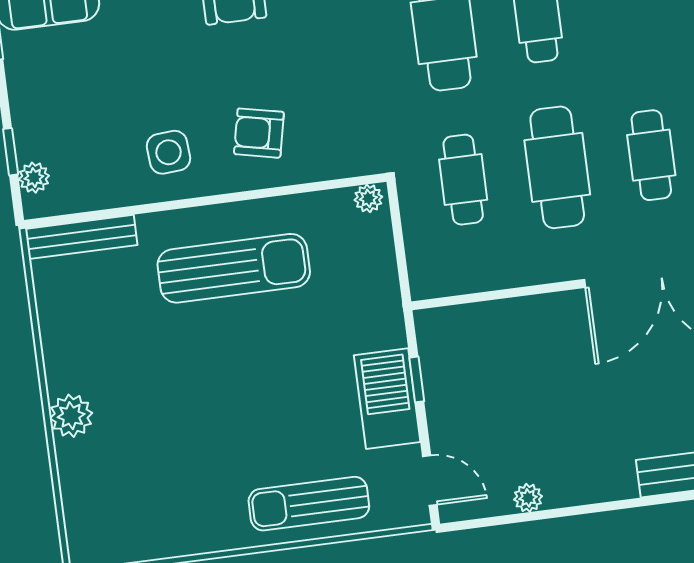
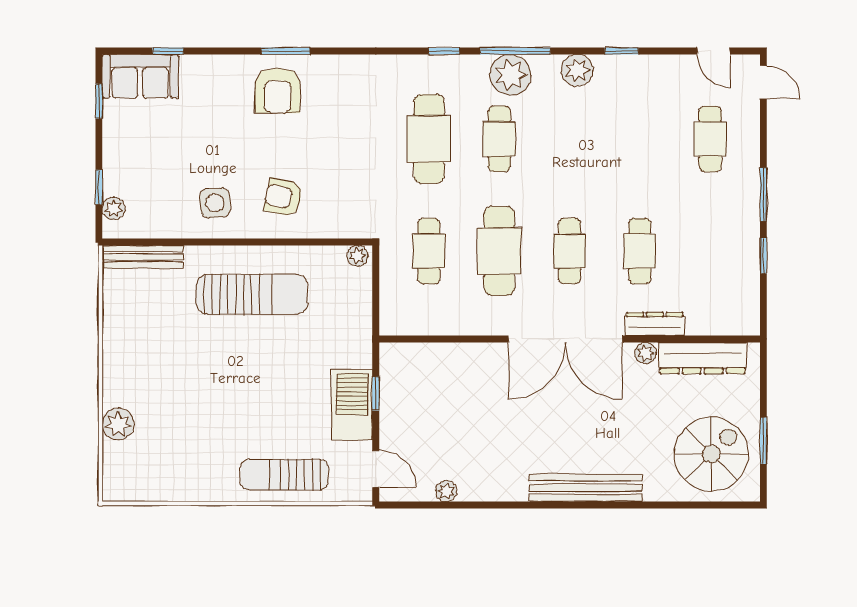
plant: (71, 416) -> (118, 424), moved

